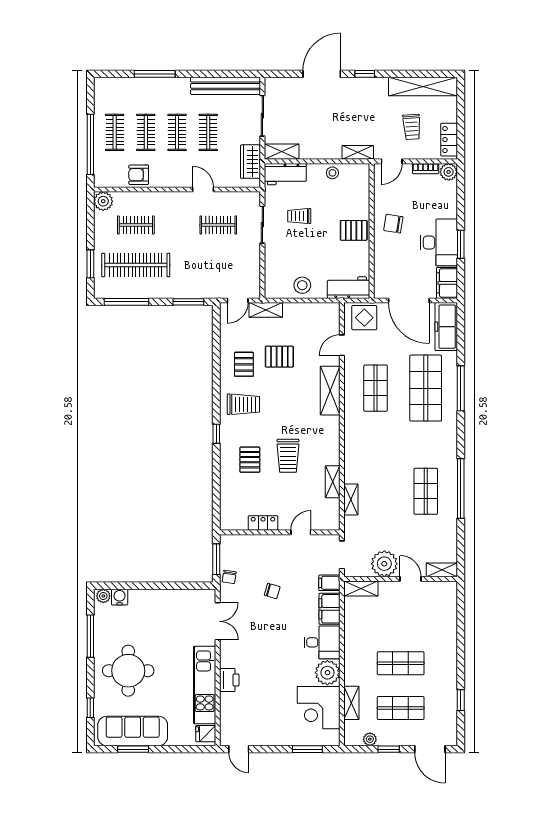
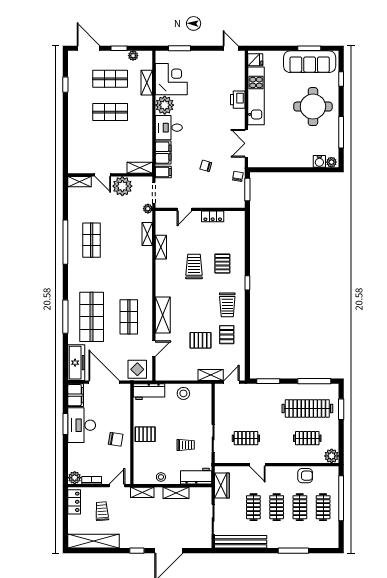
shelving: (282, 152) -> (176, 493), moved
trolley: (243, 404) -> (227, 305), turned -90
plant: (350, 534) -> (148, 209), added

